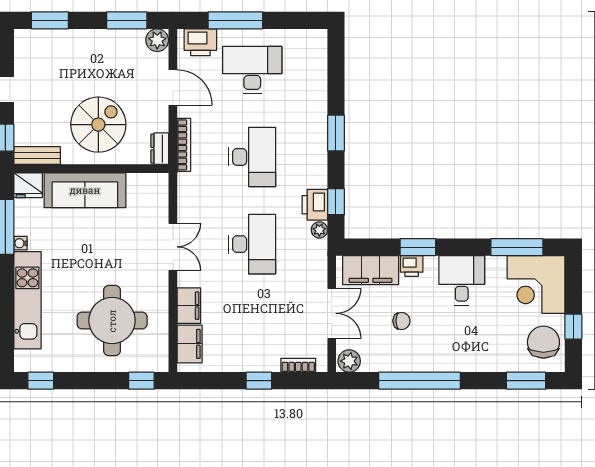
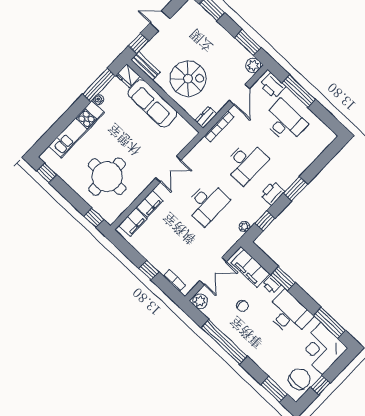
printer: (315, 205) -> (272, 193), moved
desk: (462, 280) -> (289, 314), width x1.37

